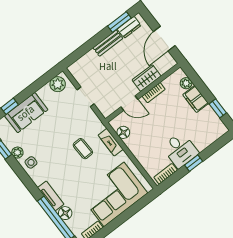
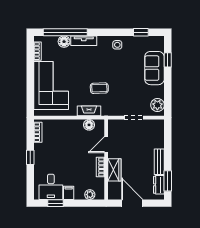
filing cabinet: (196, 99) -> (69, 193), width x0.50
desk: (180, 150) -> (51, 187), moved, turned -90
plant: (17, 153) -> (131, 41), removed

